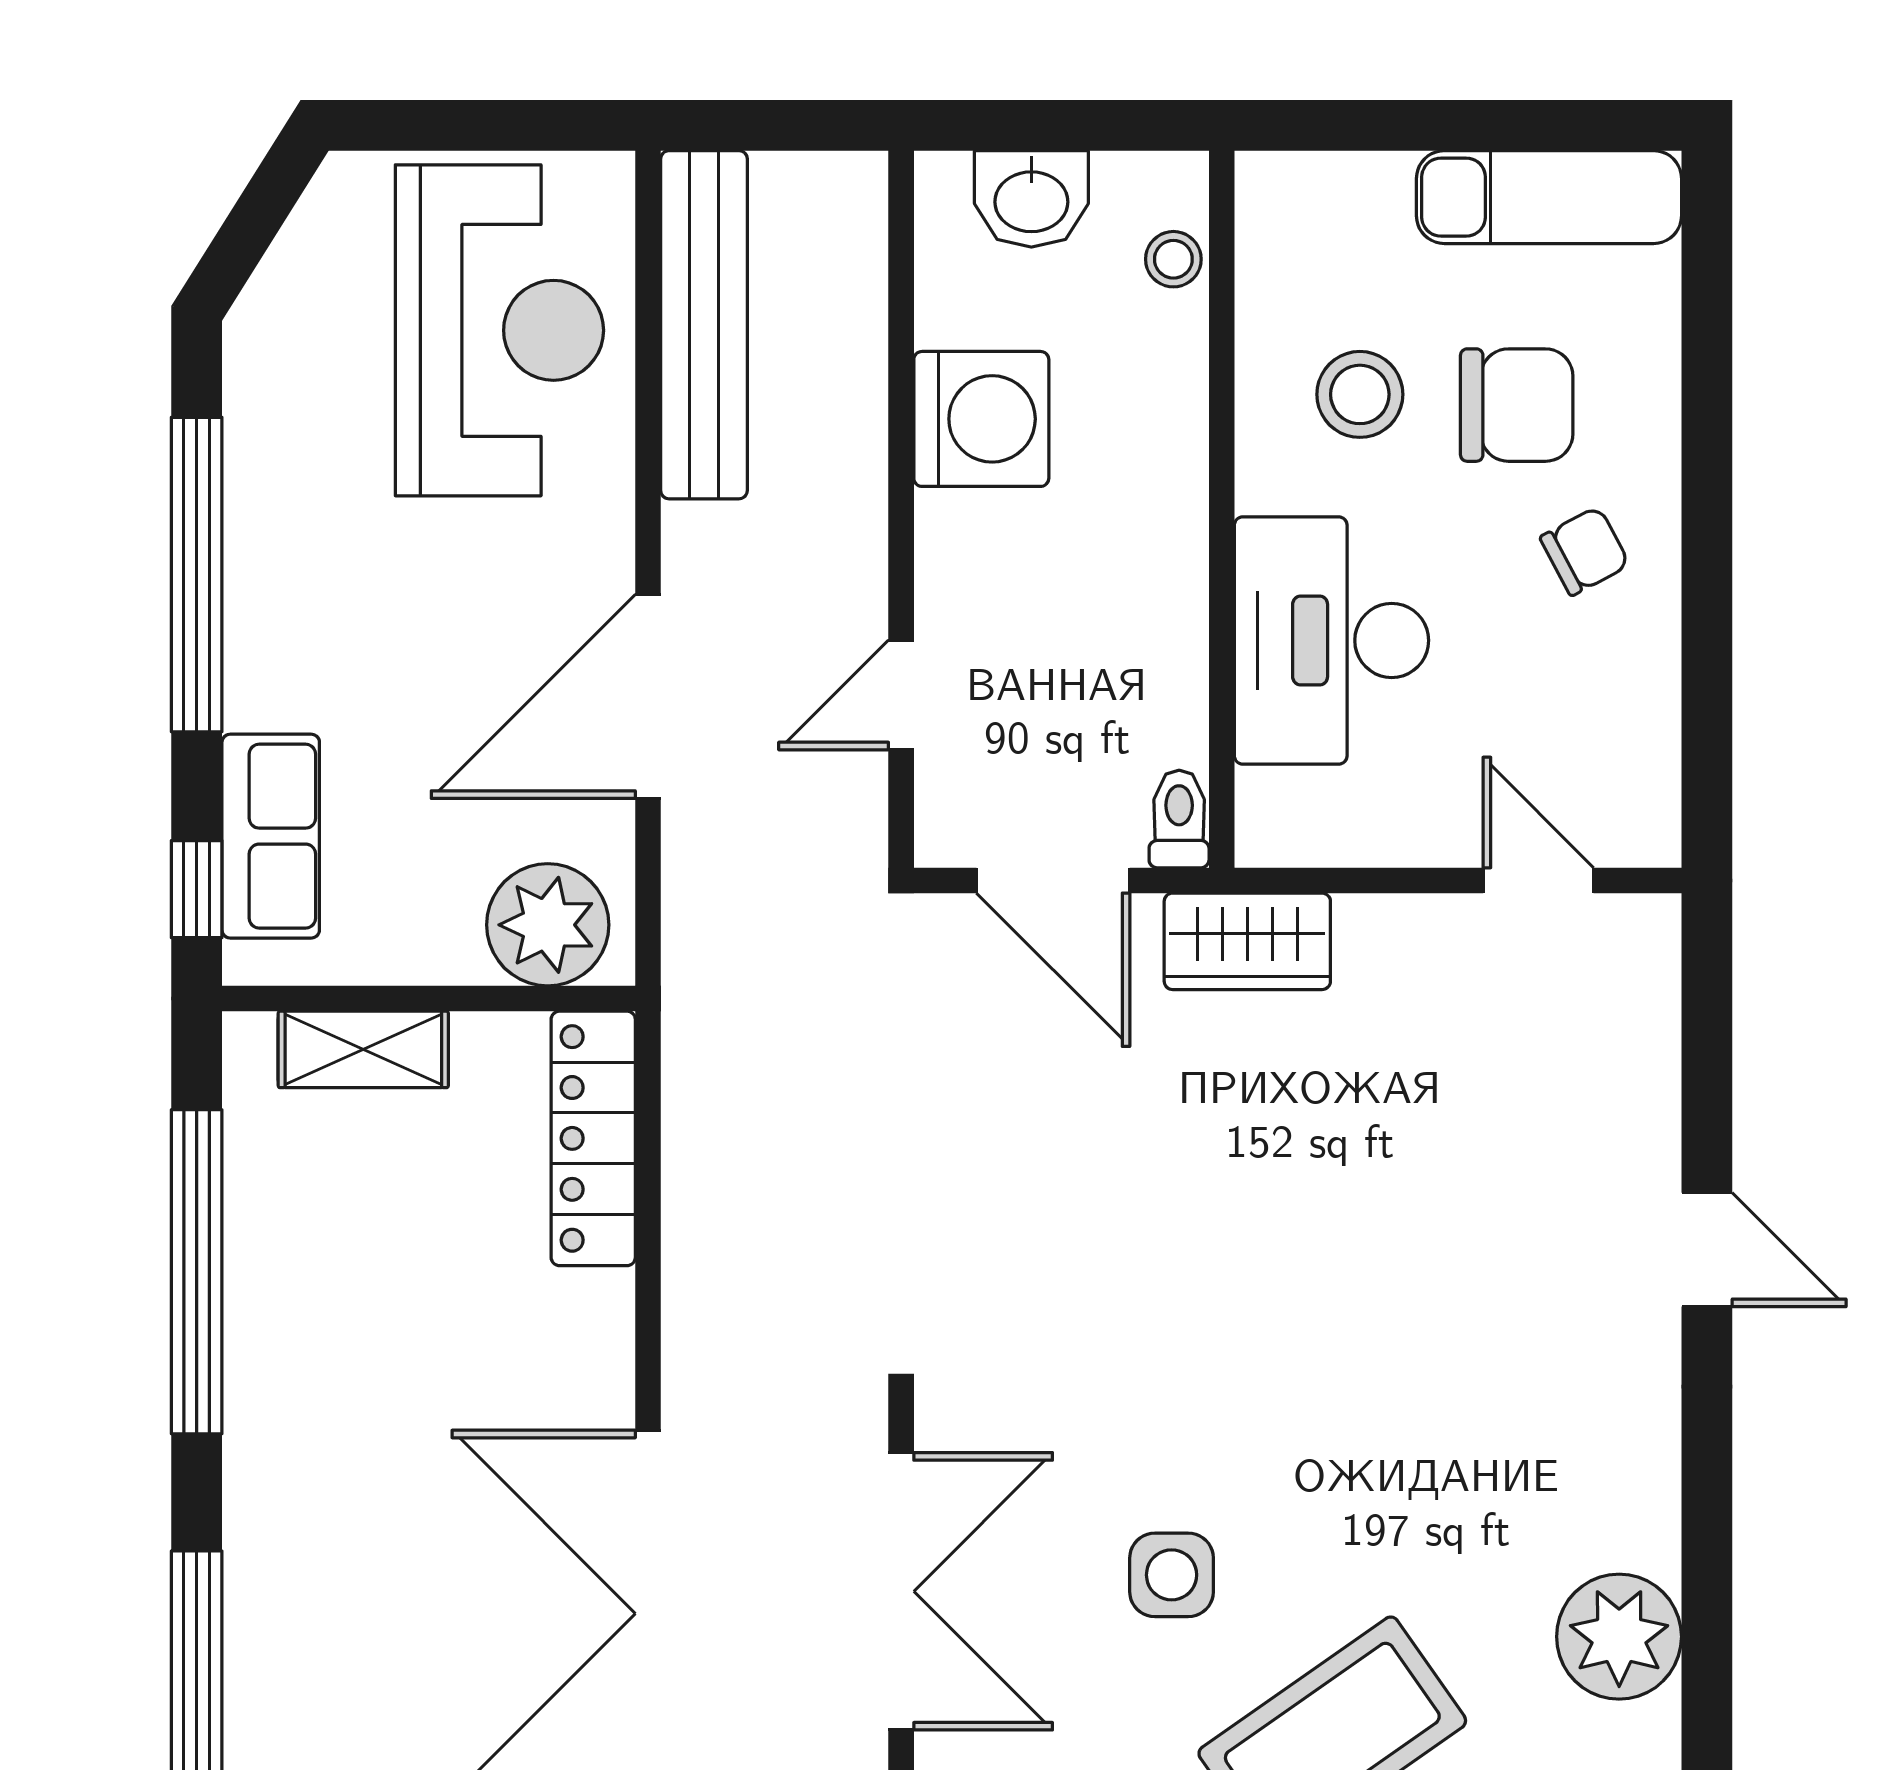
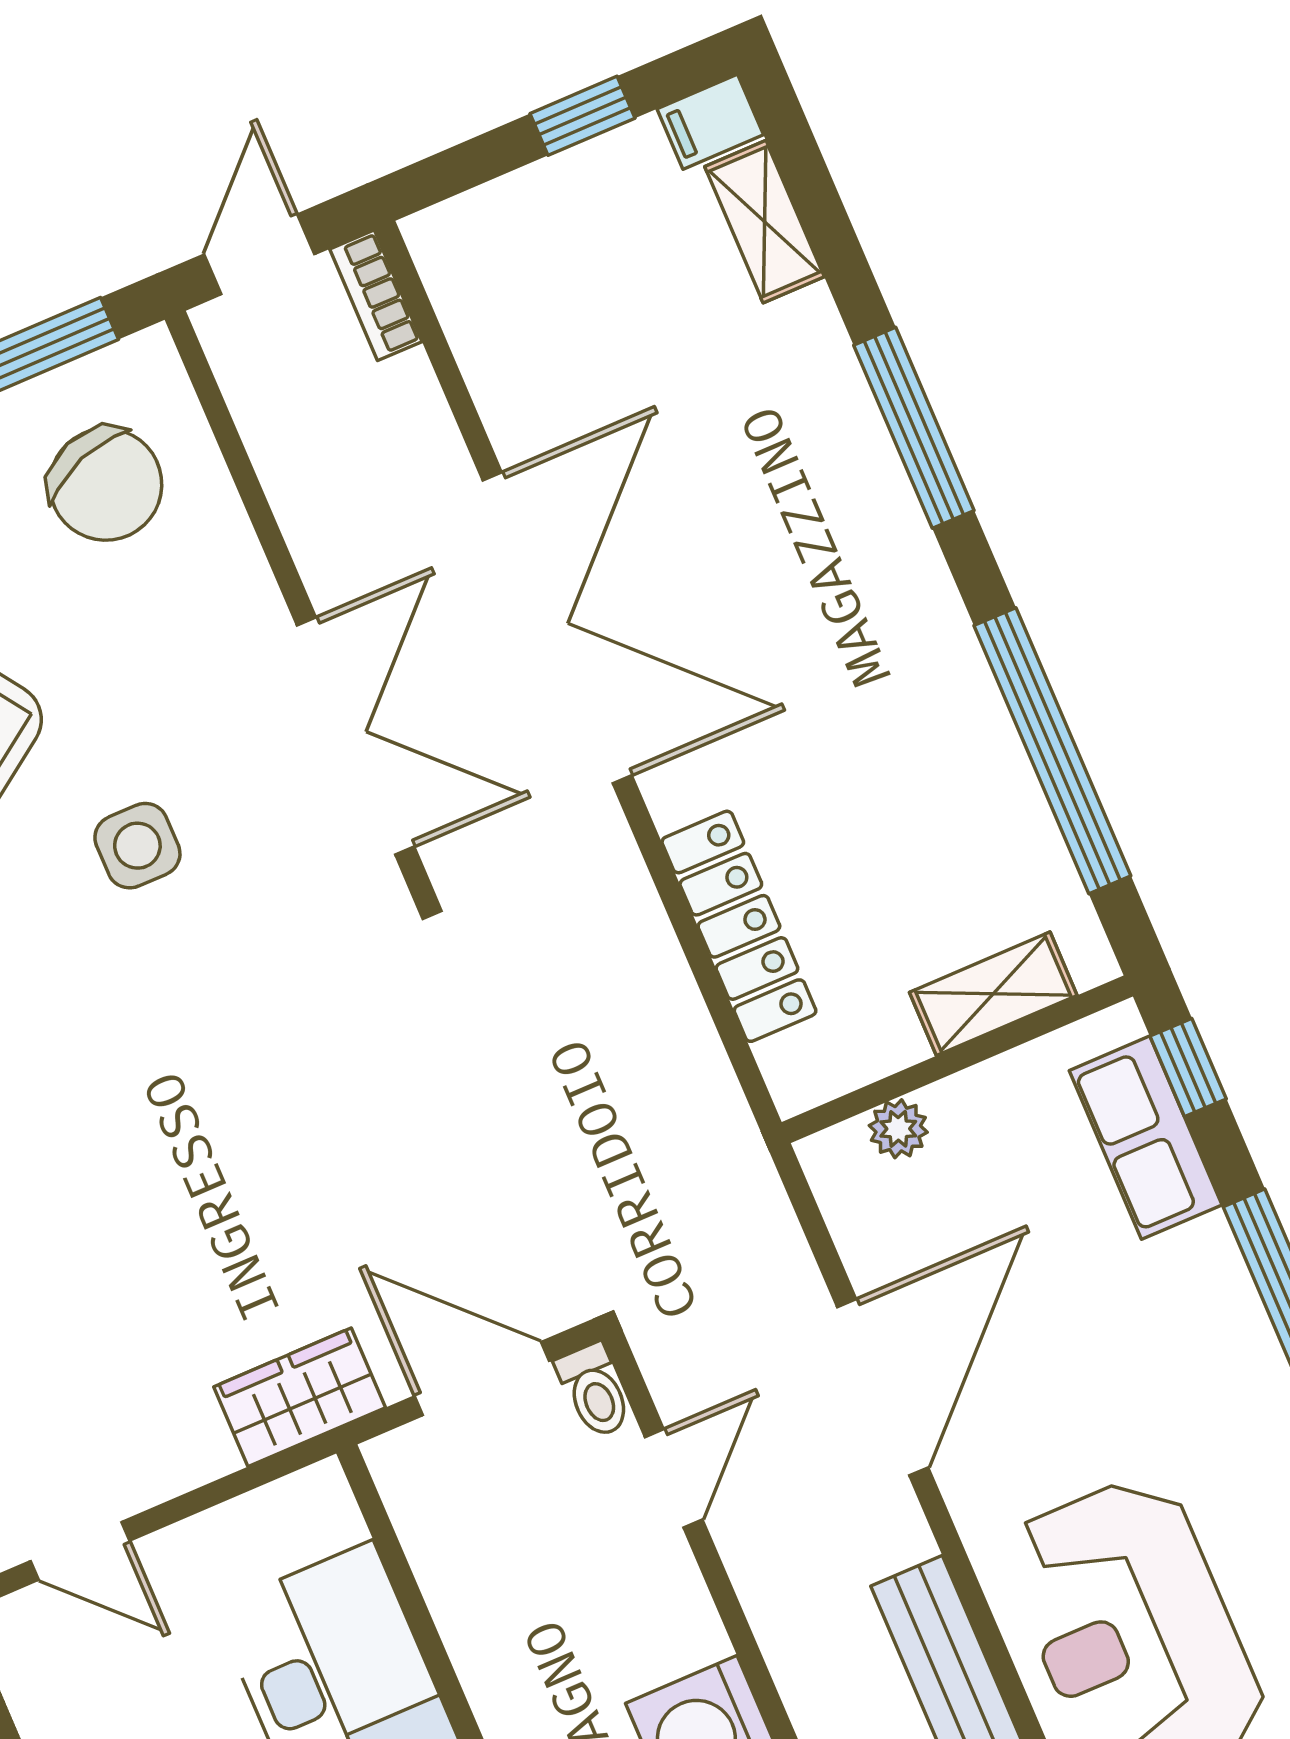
toilet: (1179, 819) -> (594, 1391), moved
plant: (548, 925) -> (898, 1129), width x0.53, depth x0.53
locker: (593, 1138) -> (739, 926), moved
double door: (901, 1591) -> (356, 736), swing flipped

